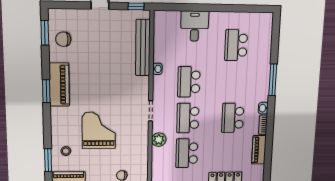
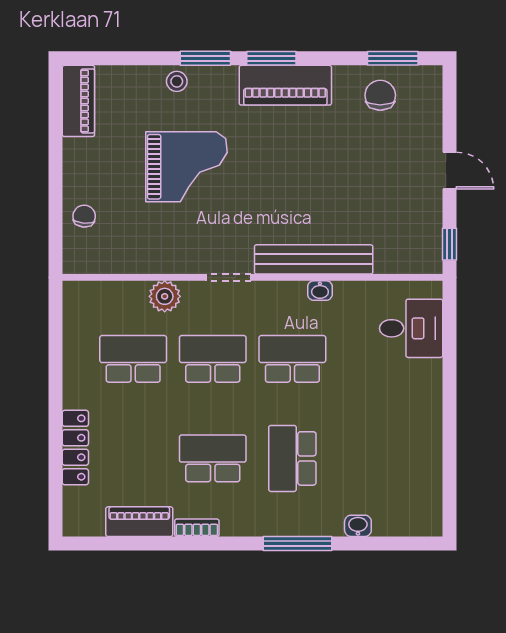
desk: (195, 26) -> (411, 328), moved
school desk: (236, 45) -> (292, 458), moved, turned -90
bench: (143, 48) -> (314, 259), moved
washbasin: (263, 108) -> (358, 526), moved
stool: (66, 151) -> (177, 81), moved
window: (48, 160) -> (205, 58), moved

